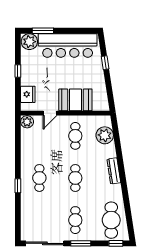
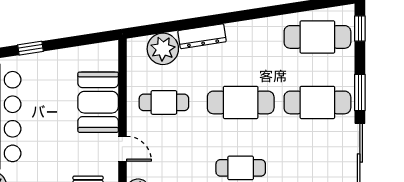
dresser: (114, 171) -> (202, 36), moved
cafe table: (75, 178) -> (241, 102), width x1.37, depth x1.35
cafe table: (75, 220) -> (317, 102), width x1.37, depth x1.35

